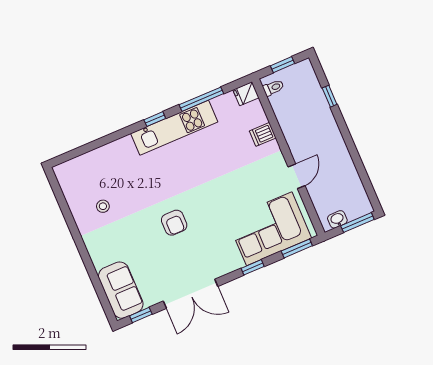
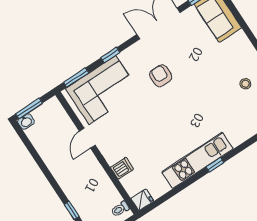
window: (201, 99) -> (179, 188), removed
washbasin: (337, 219) -> (26, 122), moved
armchair: (174, 223) -> (161, 76), moved

